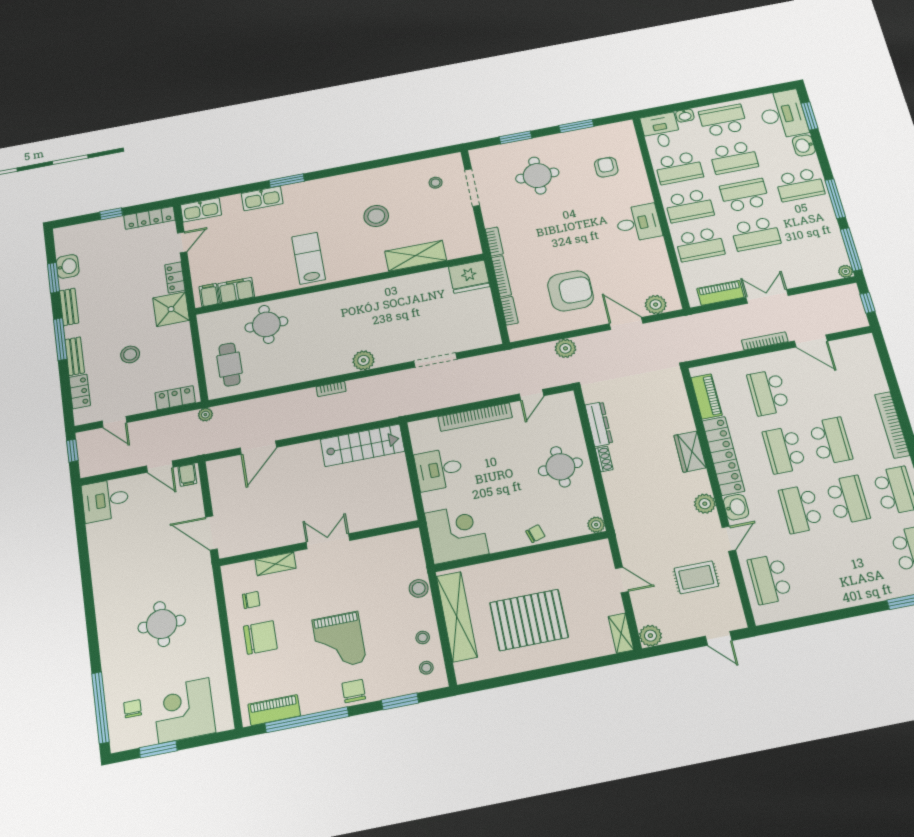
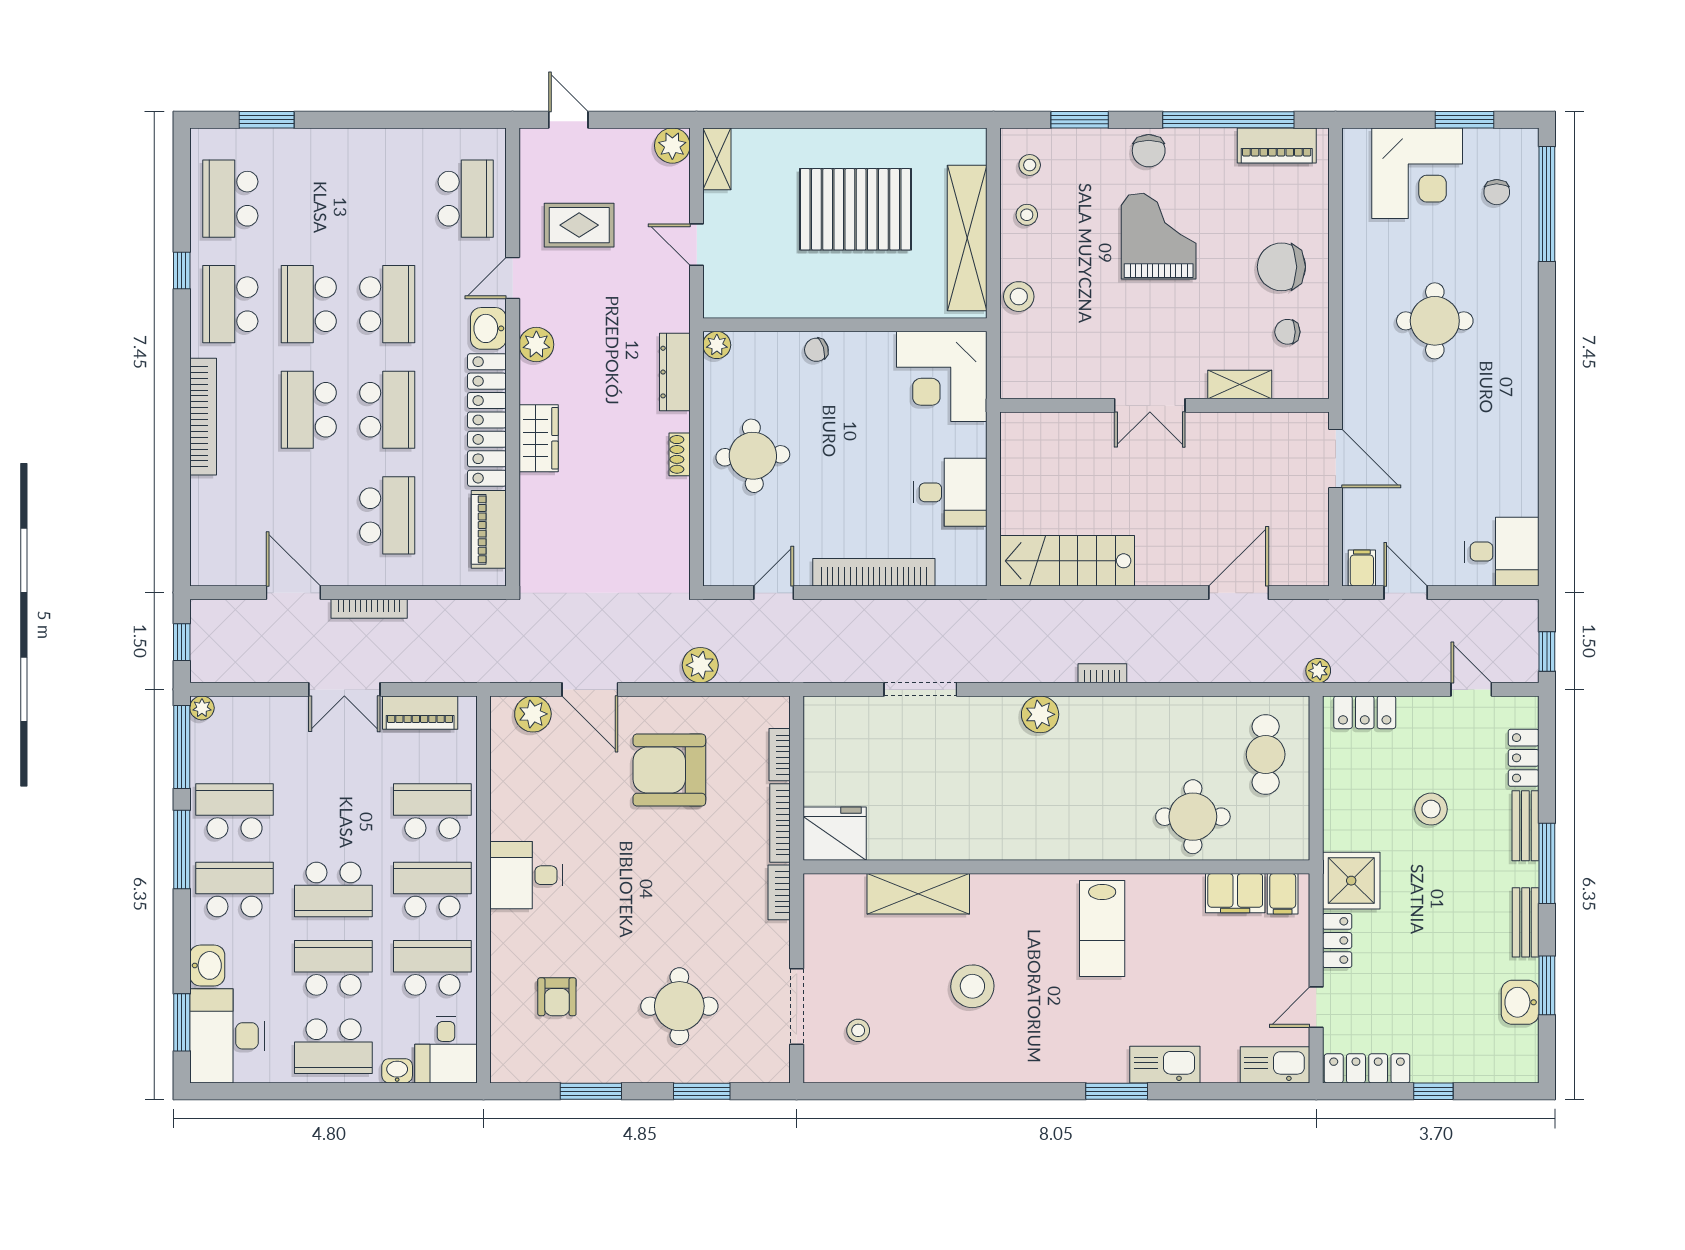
school desk: (756, 234) -> (234, 811), moved
dresser: (599, 424) -> (675, 372), moved

